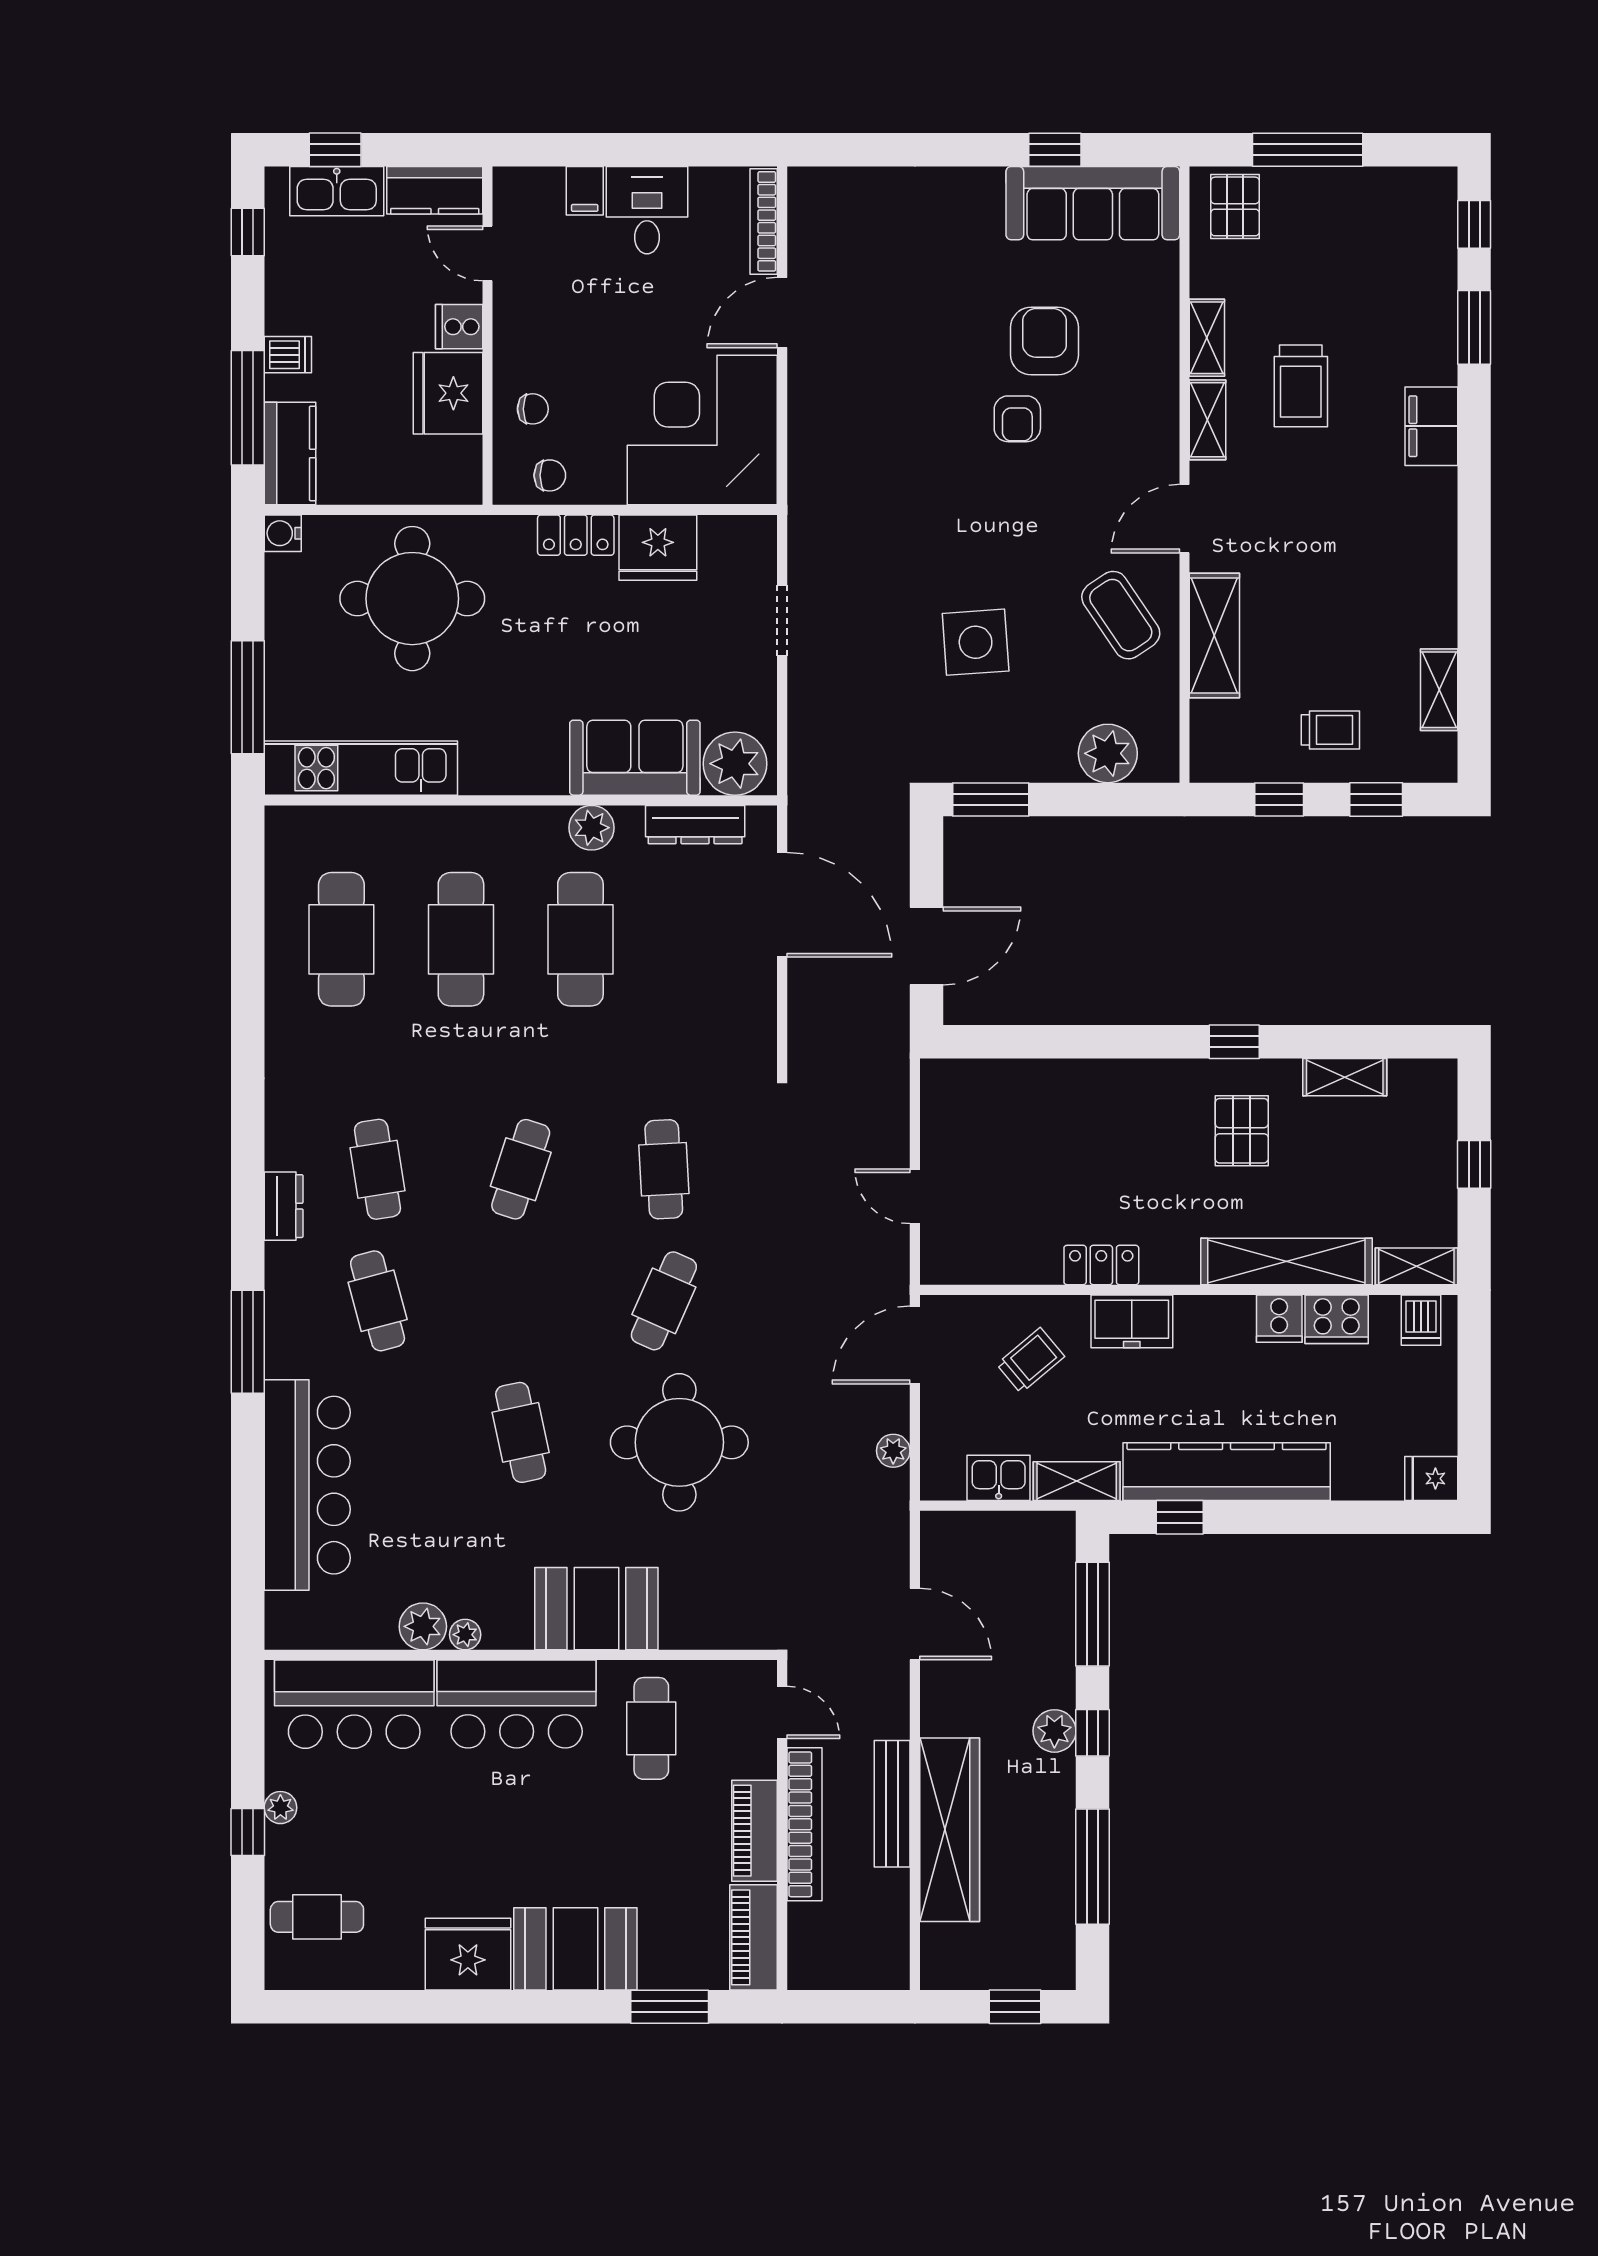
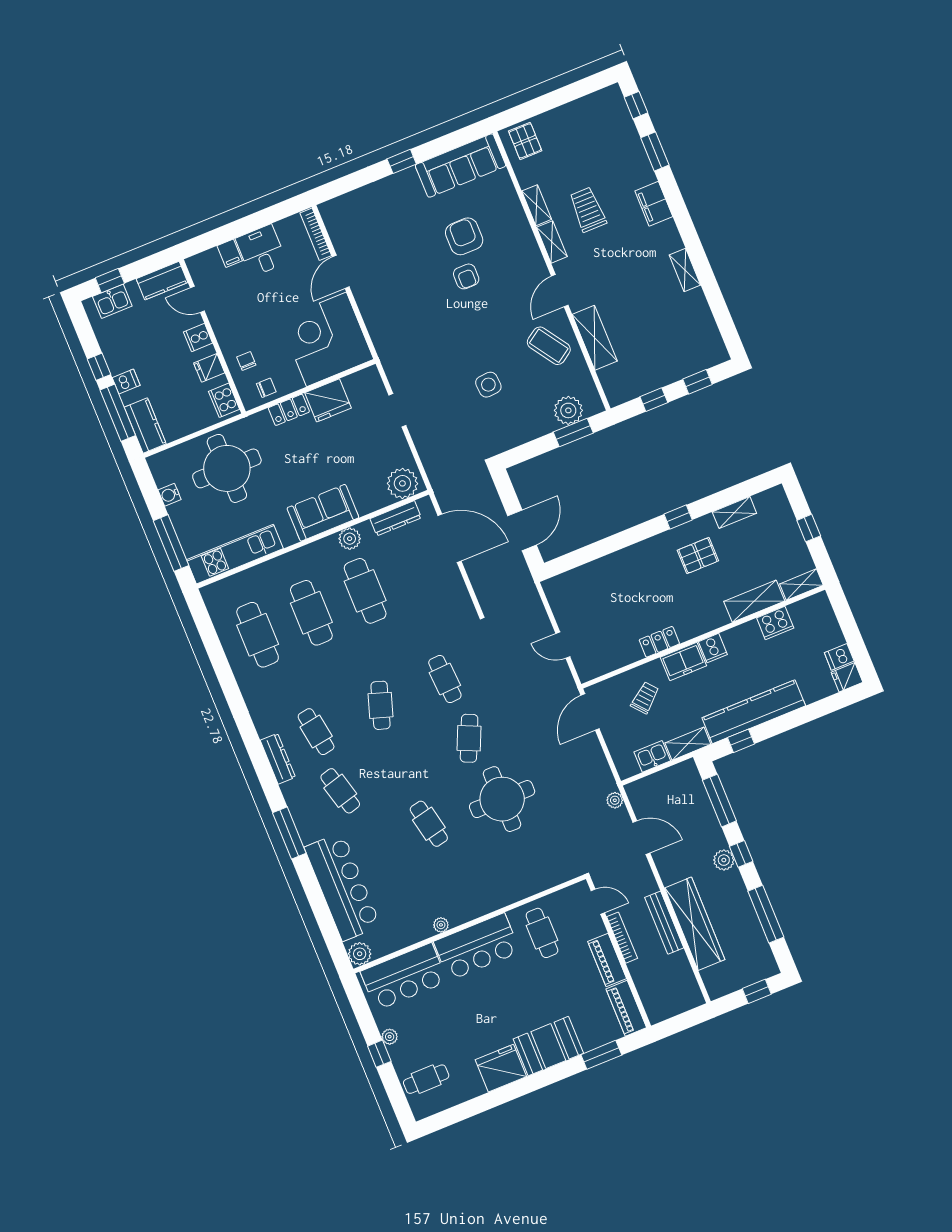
window: (1055, 150) -> (402, 161), moved
window: (1308, 150) -> (547, 102), removed
kitchen sink: (337, 191) -> (112, 301), width x0.73
window: (248, 232) -> (99, 367), moved
trolley: (1301, 386) -> (588, 210), turned 180
fridge: (448, 393) -> (209, 368), width x0.53, depth x0.75
chair: (533, 409) -> (246, 361), turned -90
cooker: (460, 467) -> (224, 400), added
water cooler: (283, 533) -> (170, 495), moved
side table: (976, 642) -> (488, 385), width x0.73, depth x0.73
shelving: (1439, 690) -> (685, 270), moved
trolley: (1330, 730) -> (664, 359), removed
sofa: (635, 758) -> (323, 513), moved
window: (991, 799) -> (573, 433), moved
pallet: (1242, 1131) -> (698, 556), turned 90
dresser: (284, 1206) -> (278, 759), width x1.44
shelving: (1286, 1262) -> (754, 601), width x0.68
cooker: (1279, 1319) -> (713, 648), moved
dishwasher: (1421, 1320) -> (839, 657), moved, turned 90
plant: (893, 1451) -> (615, 800), moved
booth: (596, 1609) -> (495, 889), removed
plant: (423, 1626) -> (360, 954), moved
bookcase: (804, 1824) -> (622, 938), width x0.68, depth x0.76

